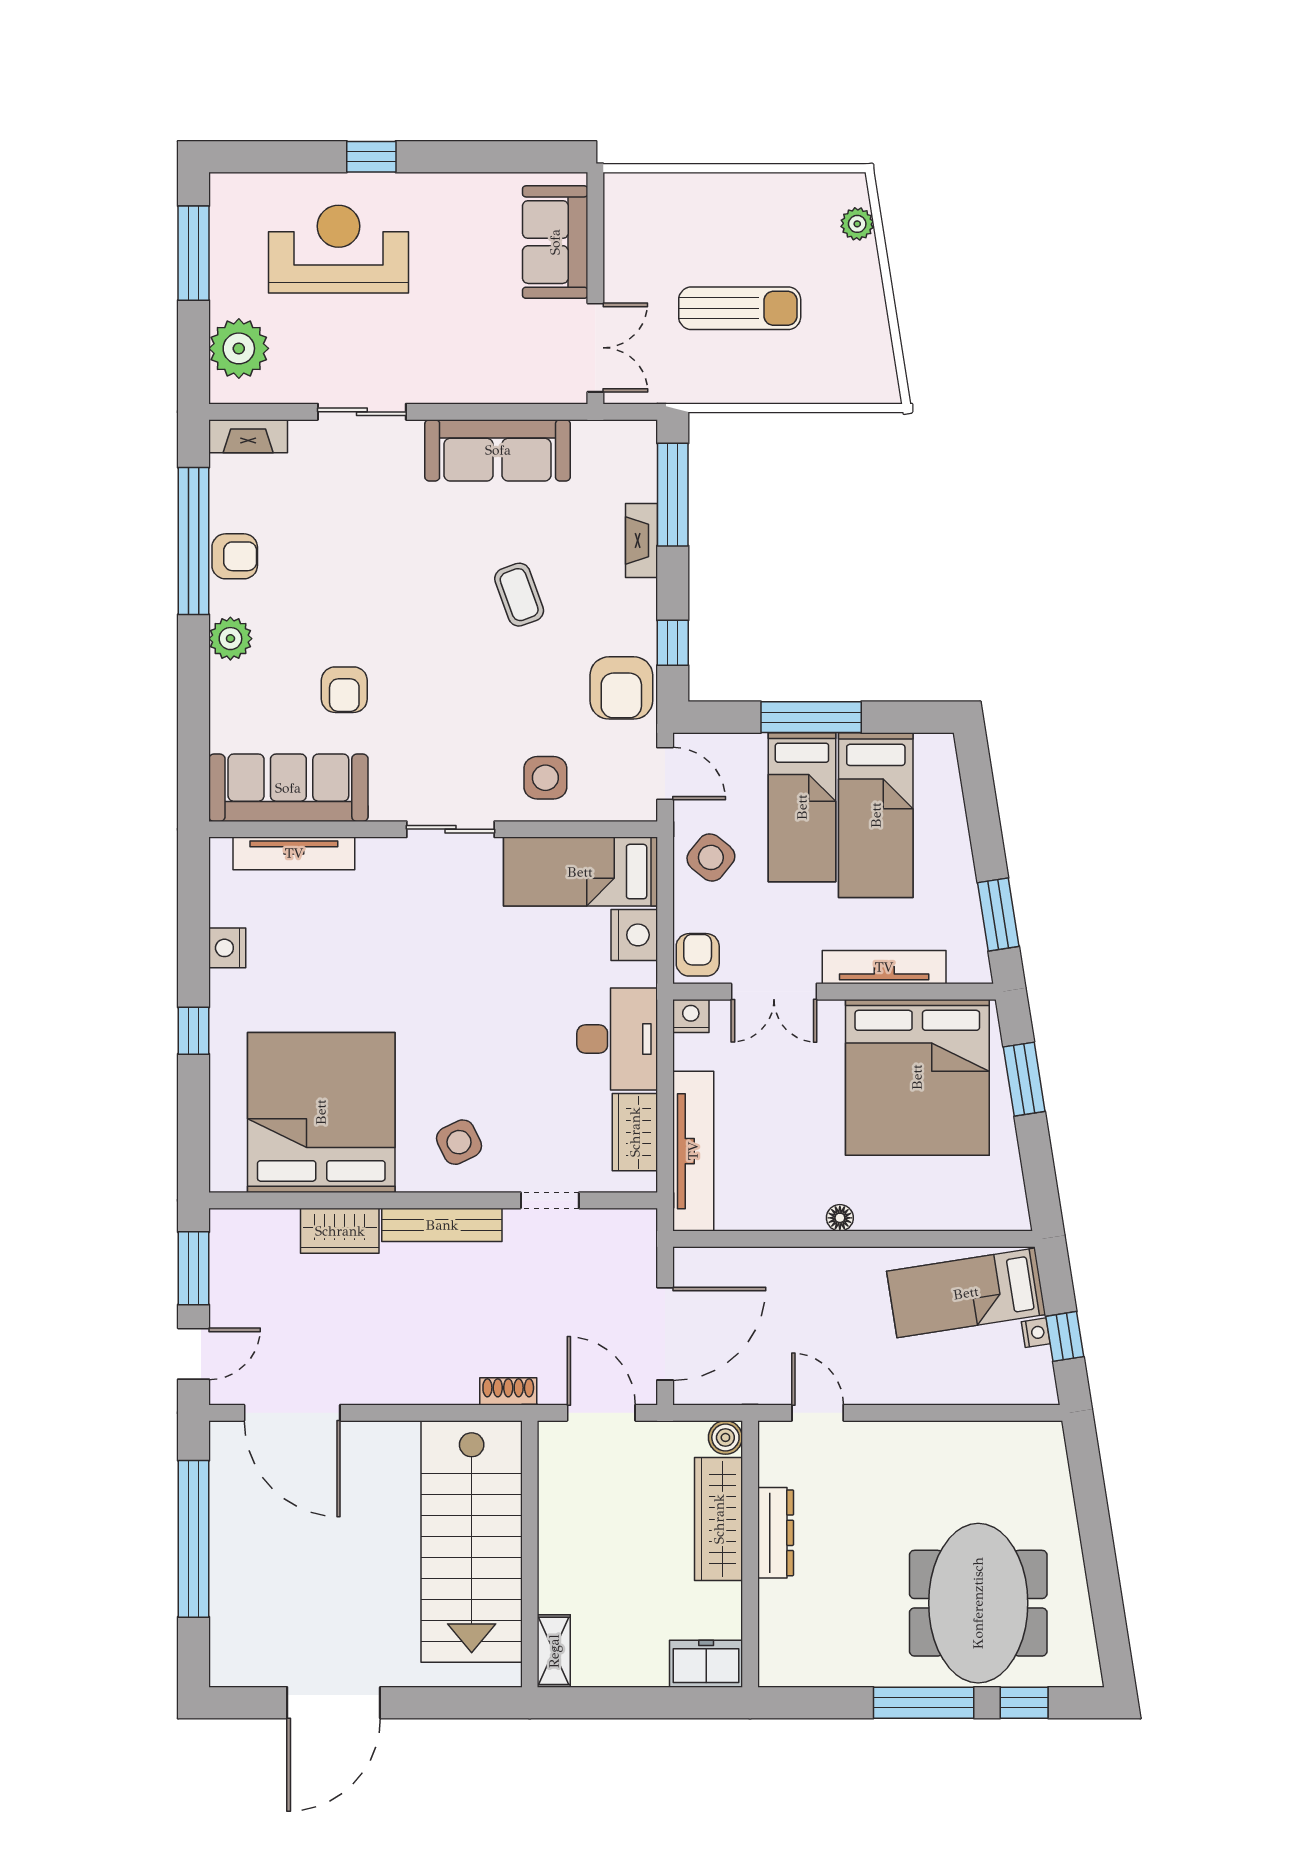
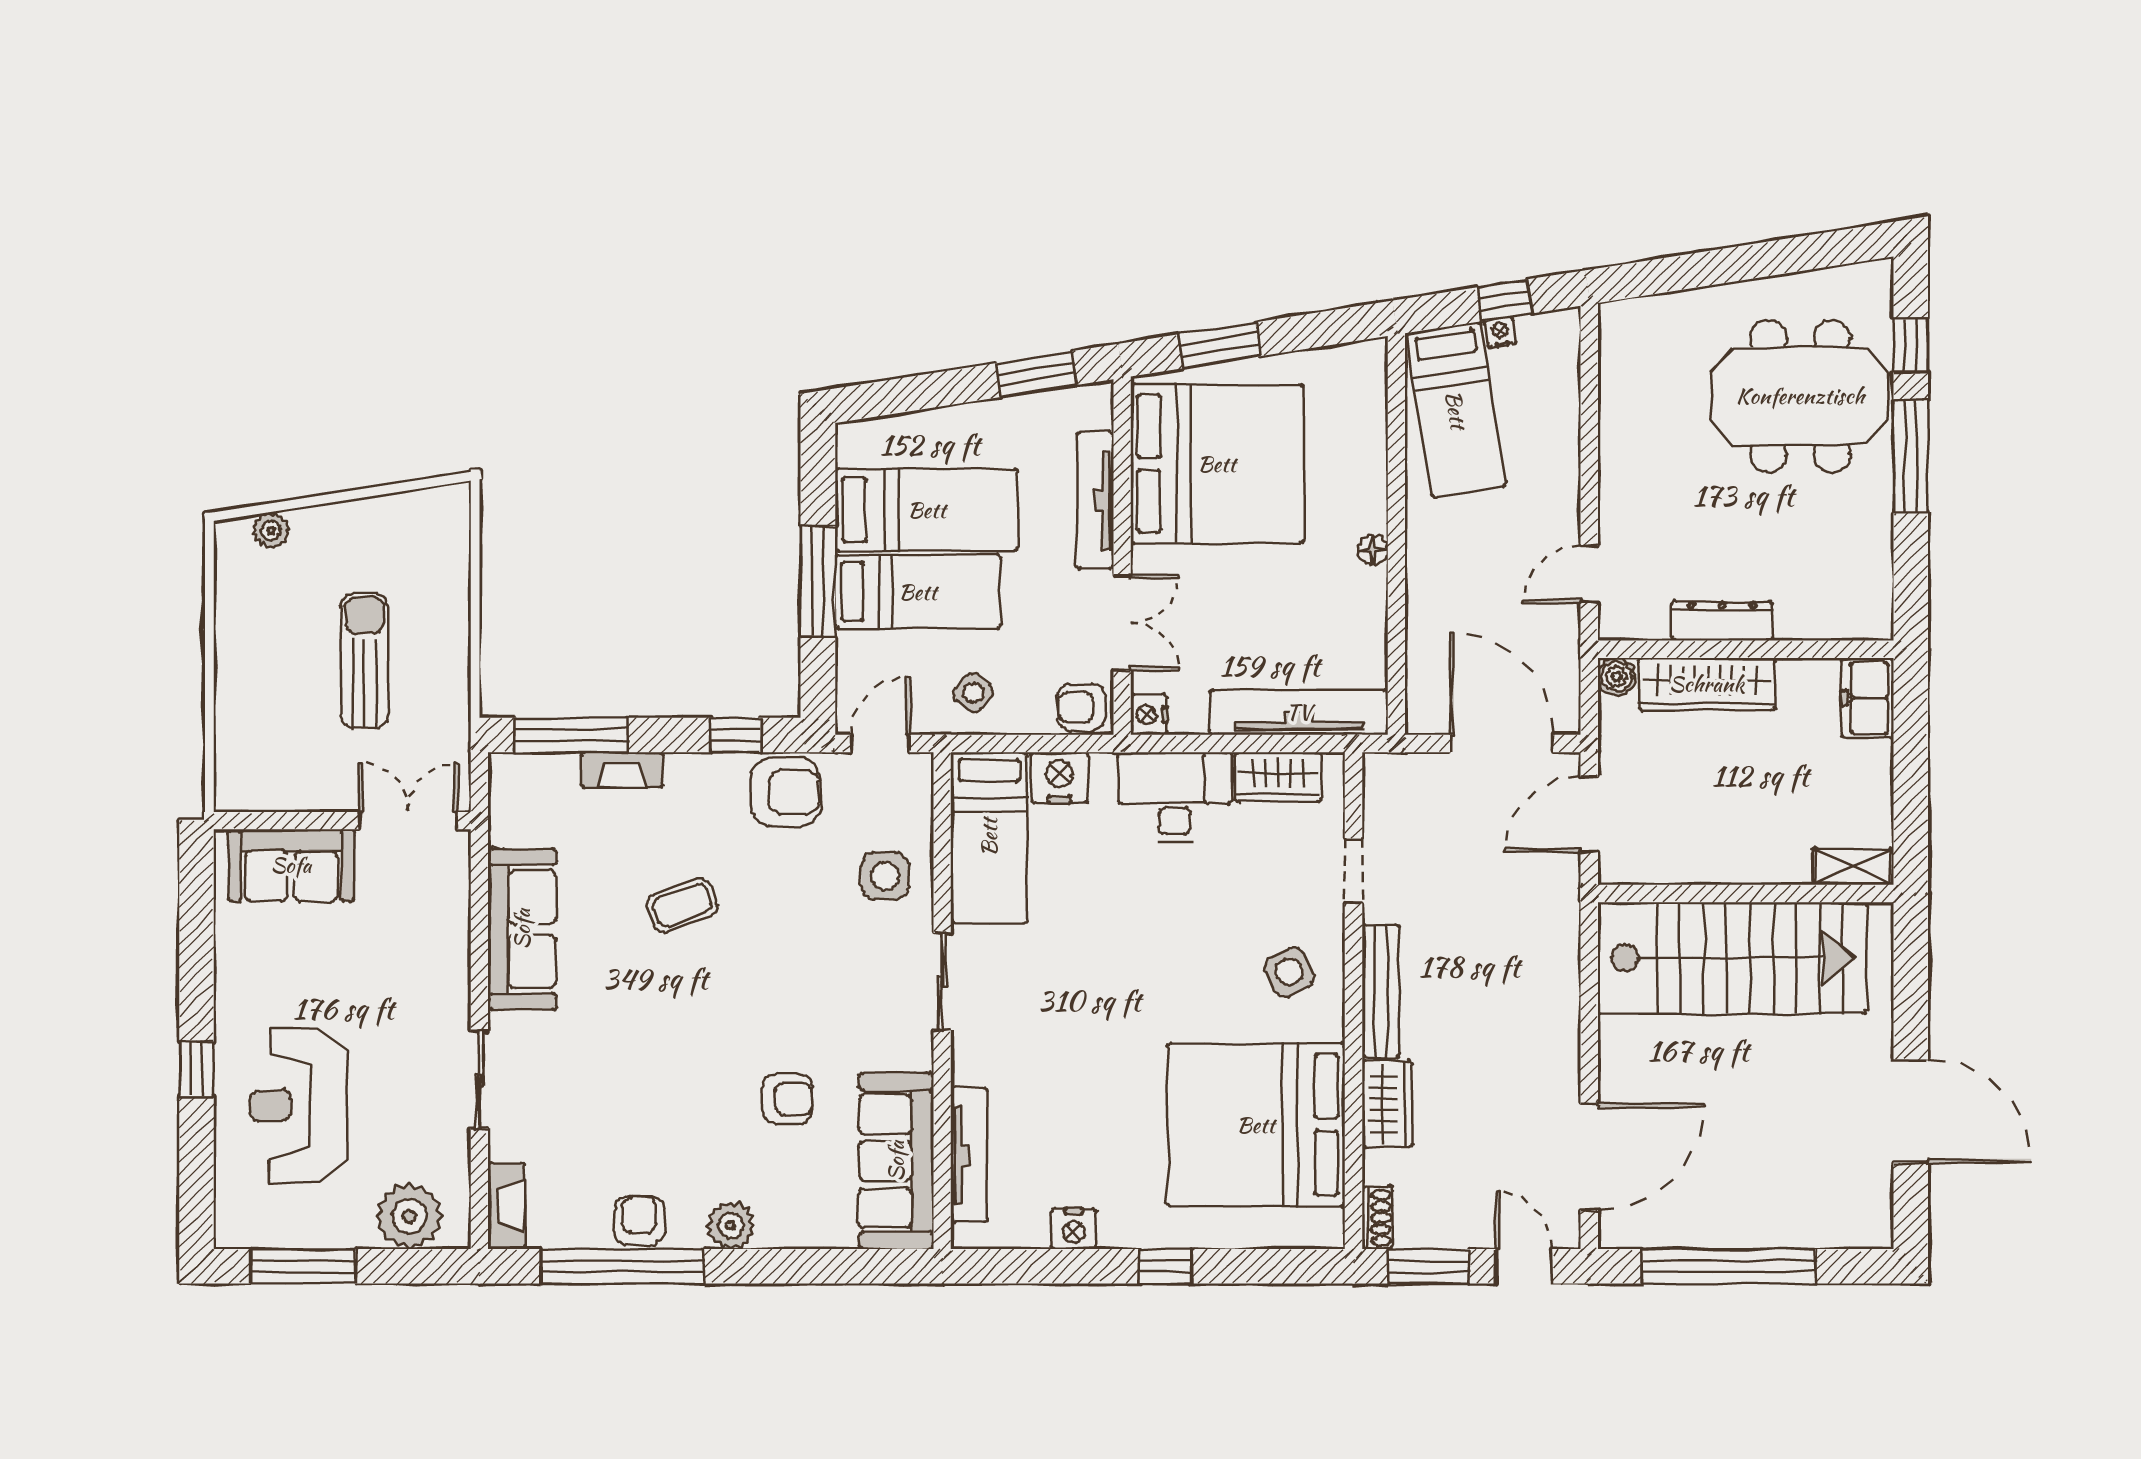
side table: (711, 857) -> (973, 693), width x0.73, depth x0.73
shoe rack: (508, 1391) -> (1377, 1218), moved, turned 180

